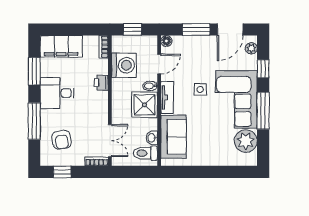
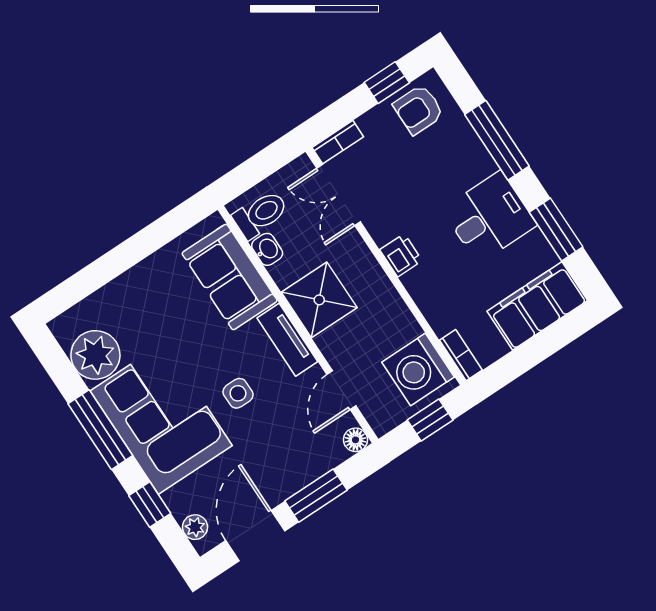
washing machine: (124, 65) -> (418, 370), moved
printer: (101, 83) -> (401, 255), moved
bidet: (150, 86) -> (331, 340), removed
armchair: (62, 140) -> (418, 110), moved, turned -81

